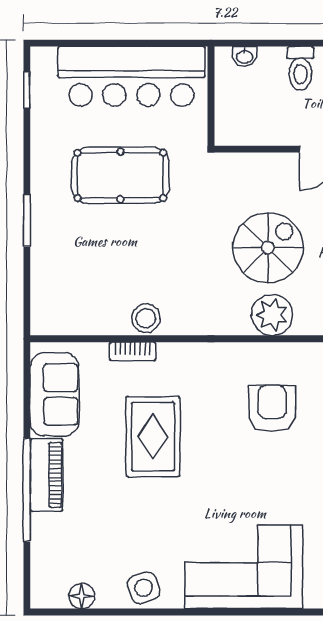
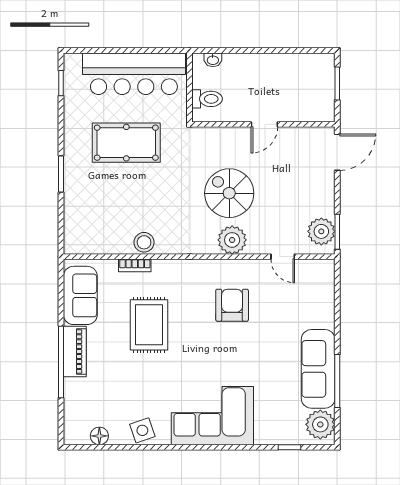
toilet: (300, 68) -> (207, 99), moved, turned -90
spiral stairs: (268, 248) -> (229, 193), turned -90

